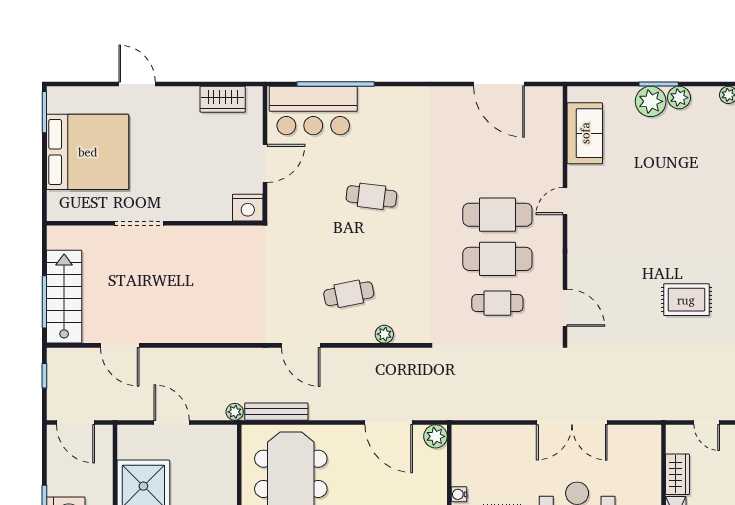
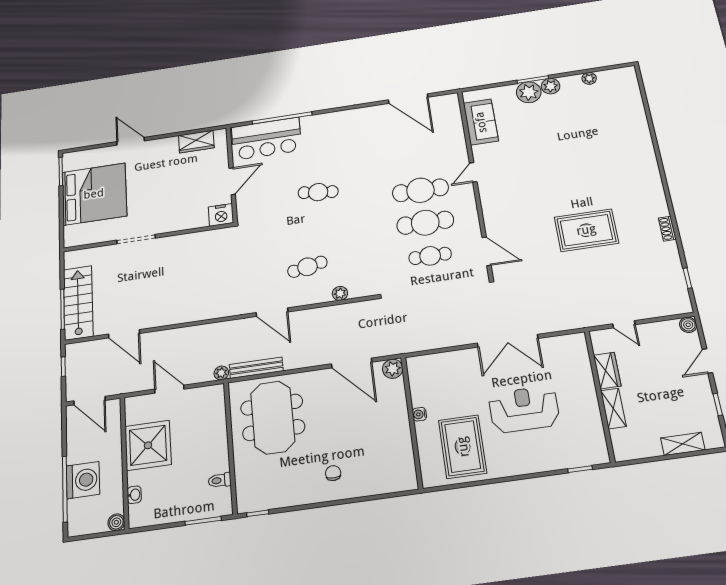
rug: (686, 300) -> (586, 230), width x1.36, depth x1.43

